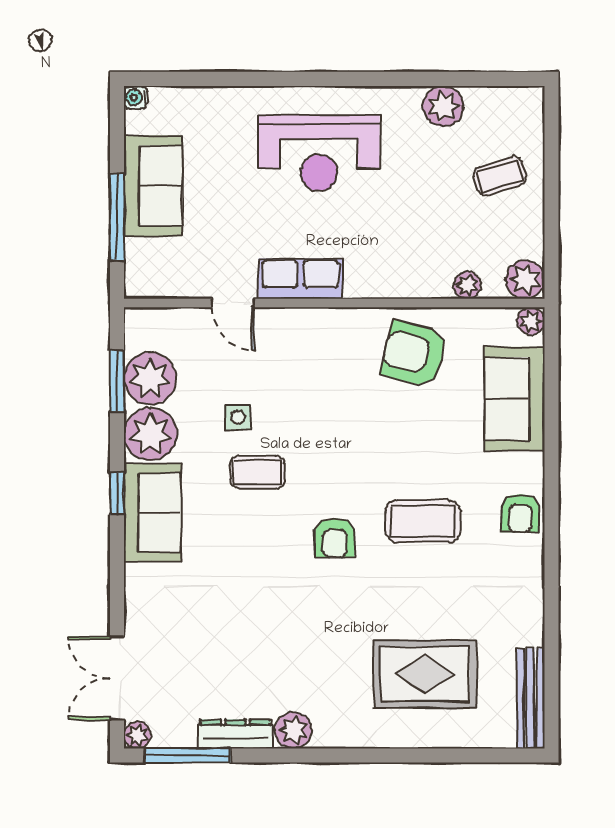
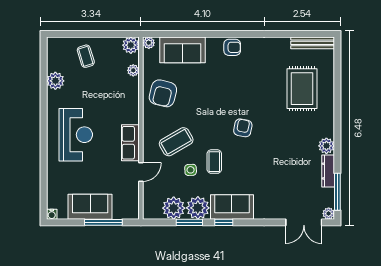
window: (117, 381) -> (189, 222), moved
coffee table: (423, 521) -> (176, 142), moved, turned 60
armchair: (335, 538) -> (243, 128), turned -79

